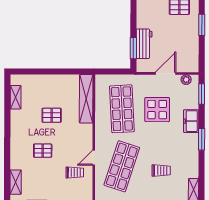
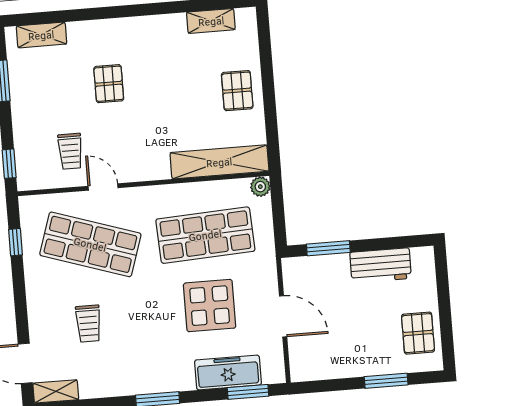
workbench: (144, 44) -> (381, 265), moved
plant: (186, 80) -> (260, 187), moved
pallet: (52, 115) -> (237, 91), moved
freezer: (191, 121) -> (228, 372), moved, width x1.40

